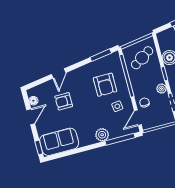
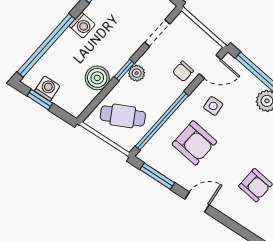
door: (59, 73) -> (197, 202), moved
armchair: (105, 85) -> (194, 143), turned 90
plant: (162, 89) -> (137, 73), moved

